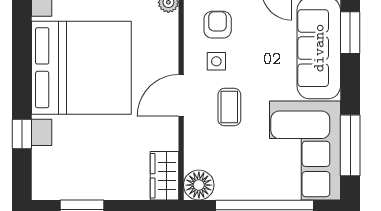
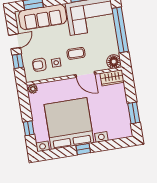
door: (181, 95) -> (85, 74), moved
window: (22, 134) -> (83, 149), moved

